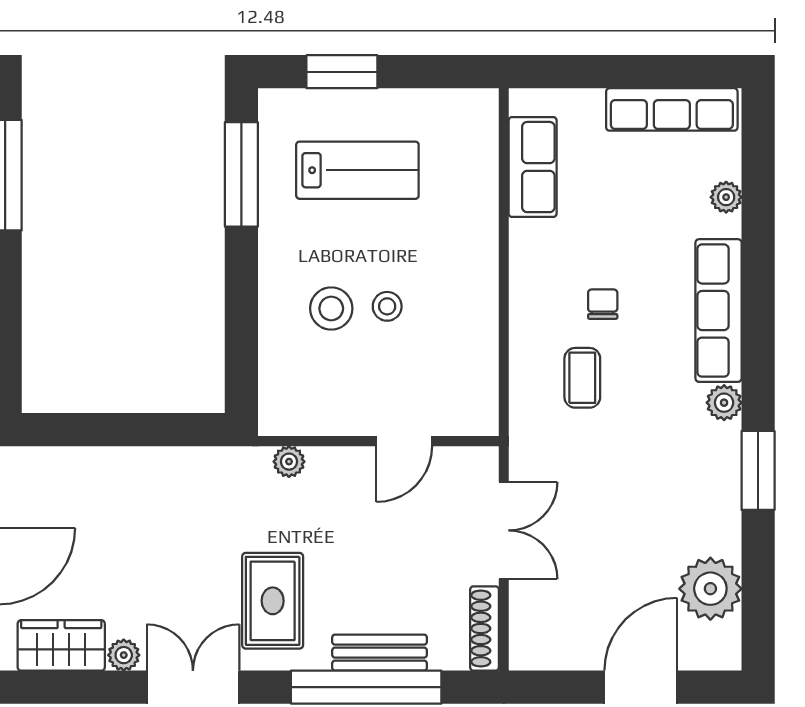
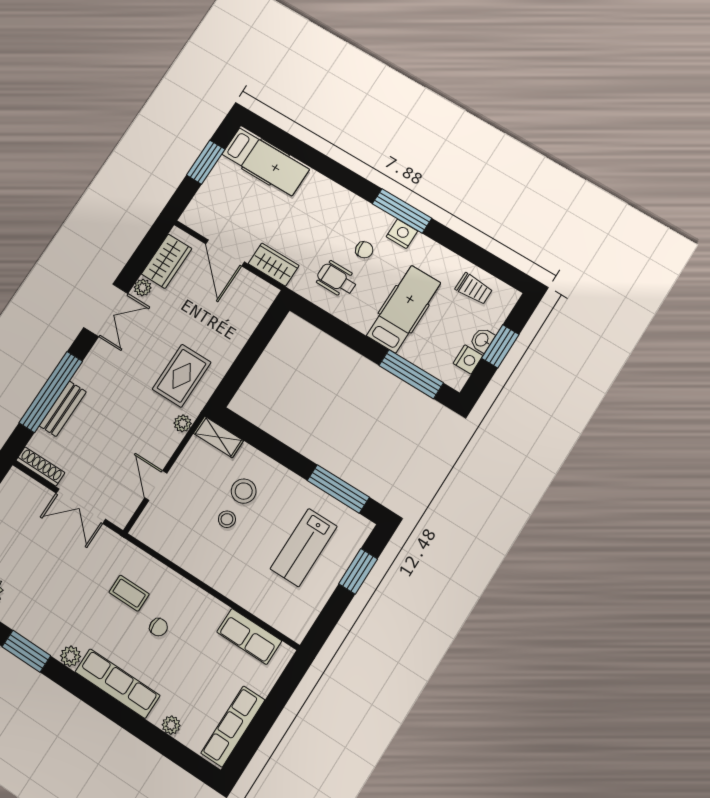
shelving: (276, 396) -> (218, 437), added
rug: (273, 601) -> (182, 376), moved, turned 90

